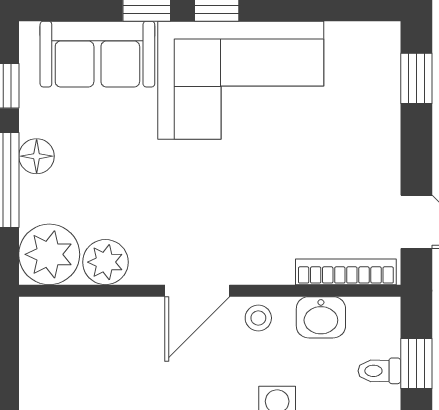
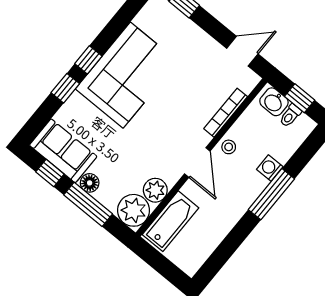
sofa: (97, 54) -> (63, 151), moved, turned -90
bookcase: (346, 272) -> (226, 113), moved
washbasin: (321, 317) -> (274, 102), moved, turned 90
bathtub: (78, 322) -> (171, 221), added

